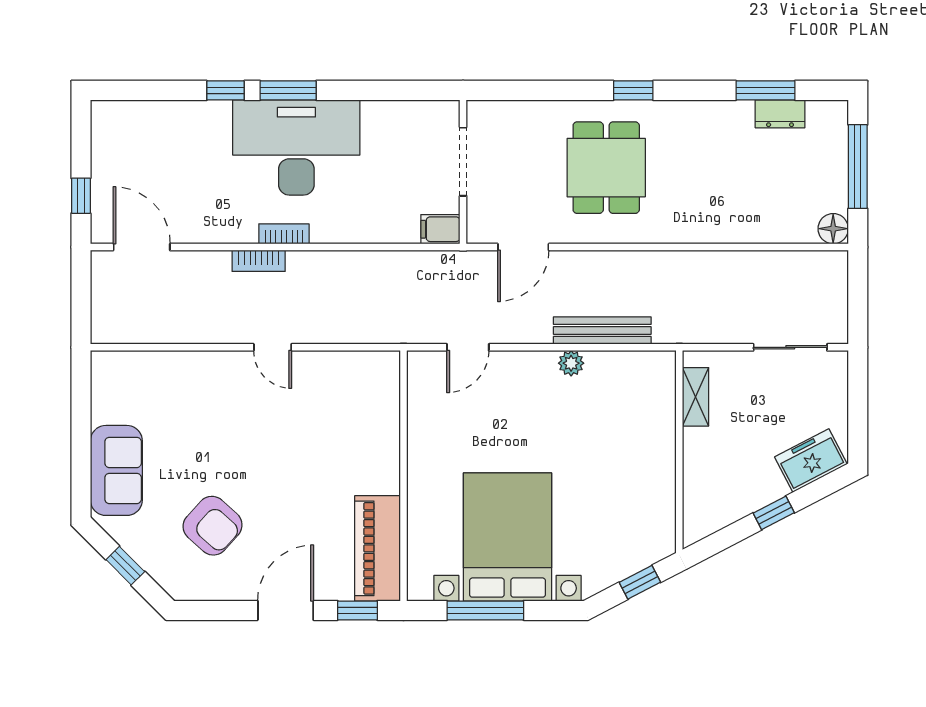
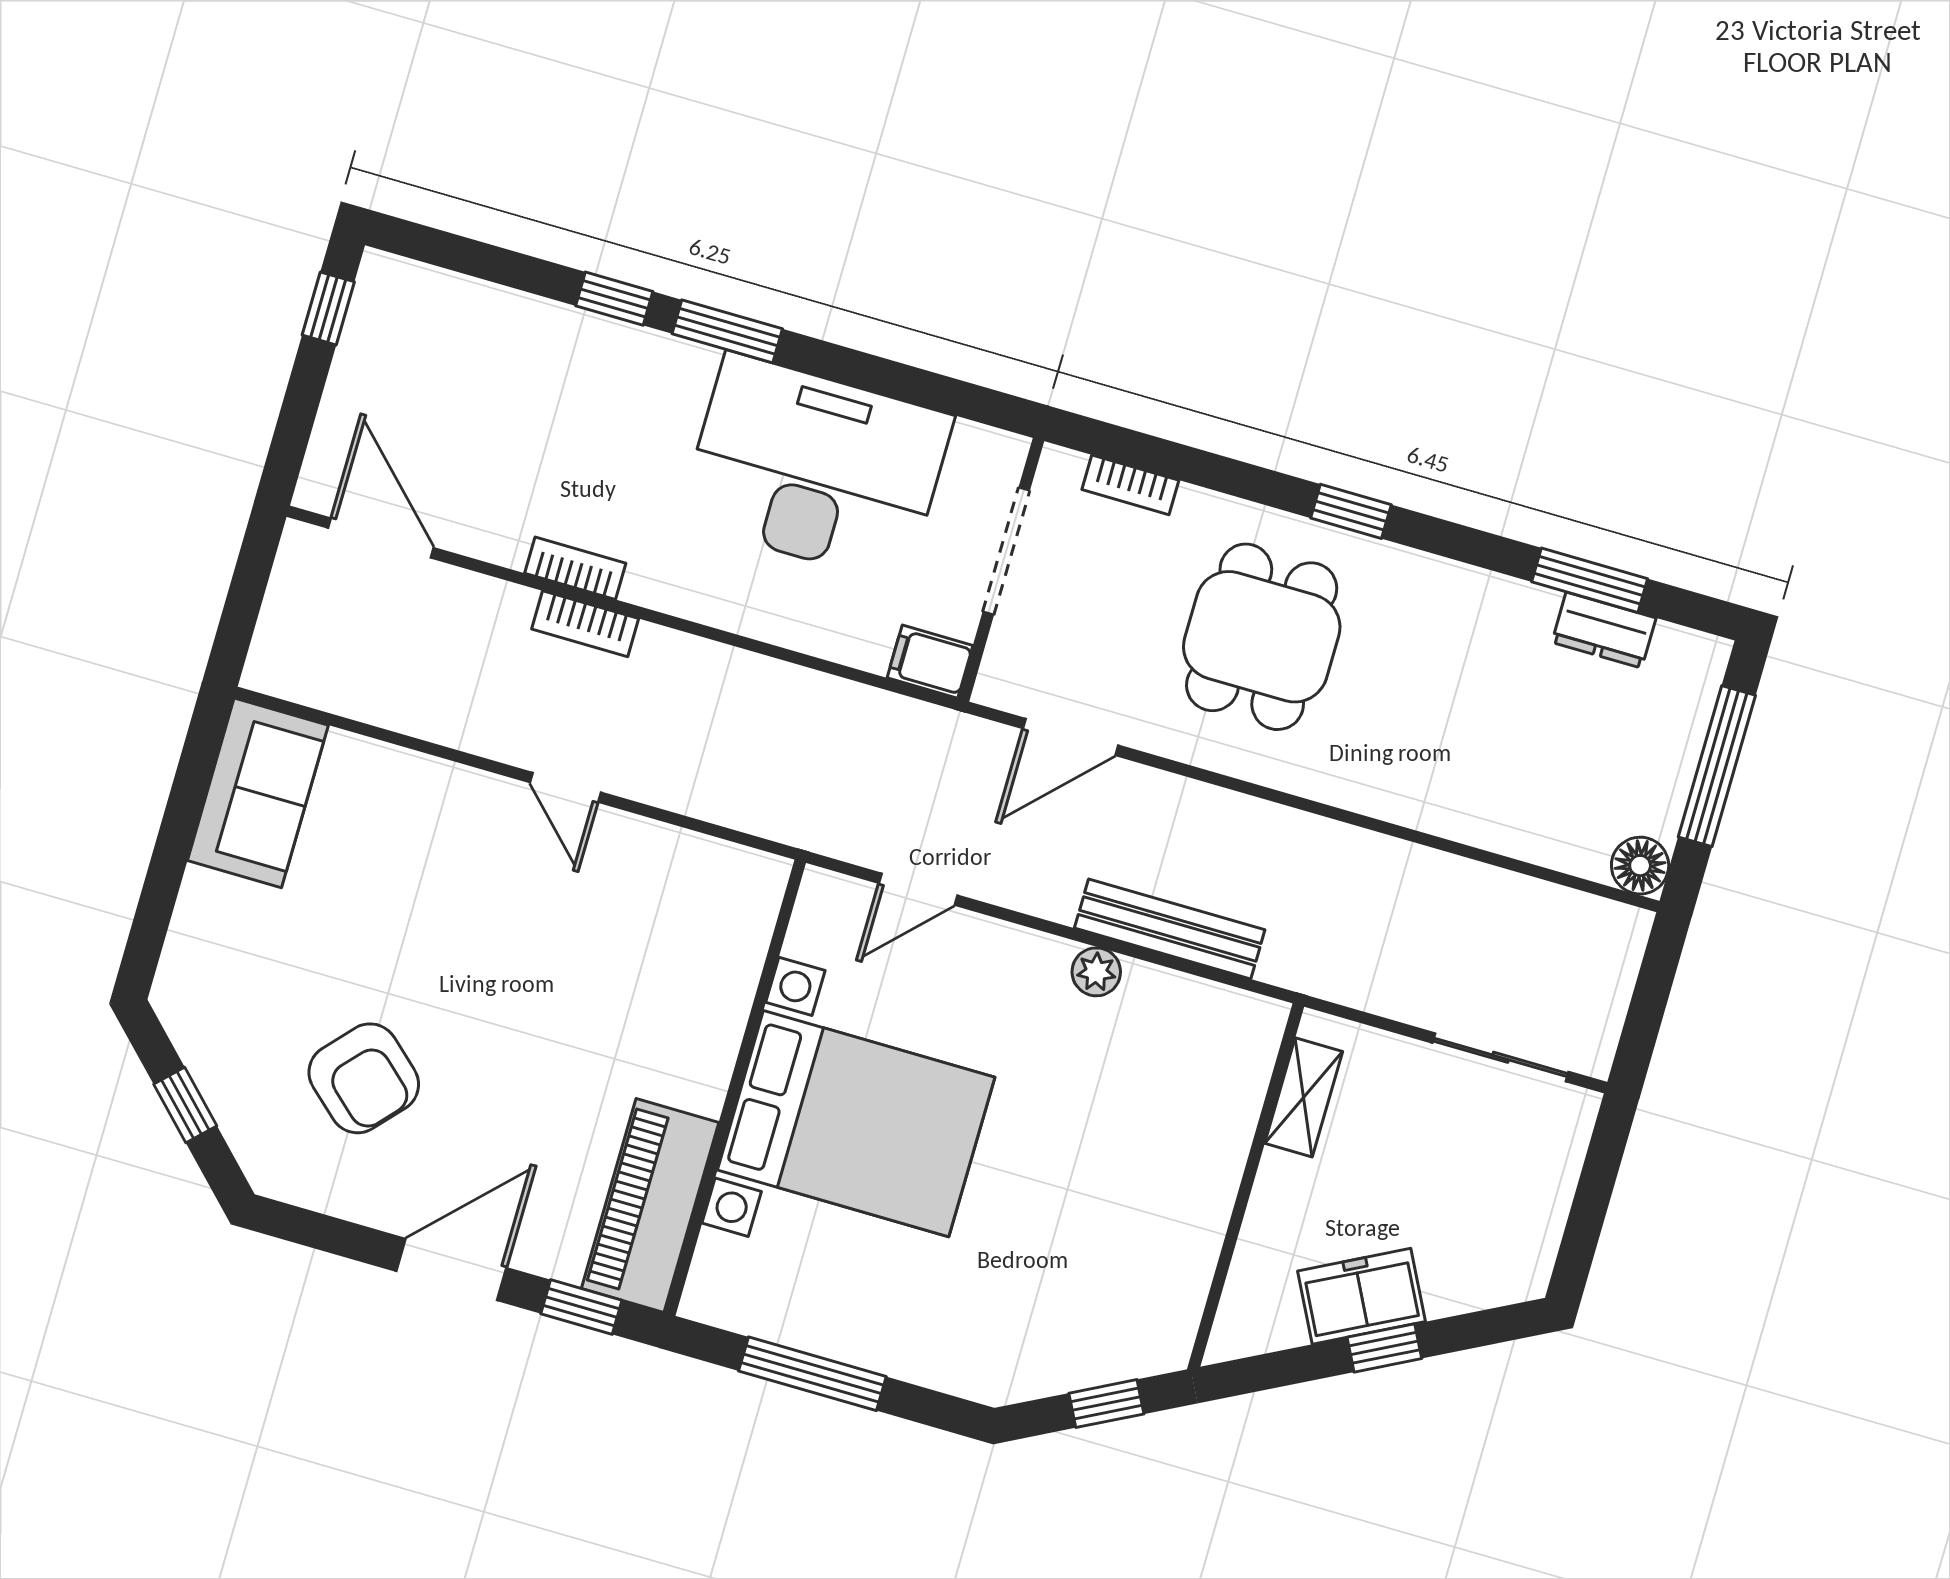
bookcase: (517, 109) -> (1130, 485), added
desk: (296, 147) -> (816, 469), moved
window: (81, 196) -> (328, 308), moved
bookcase: (284, 234) -> (575, 568), moved
freezer: (811, 461) -> (1361, 1296), moved
sofa: (116, 470) -> (258, 793), moved
bed with nightstands: (507, 537) -> (856, 1124), moved, turned 90

